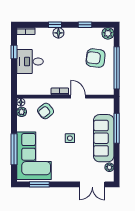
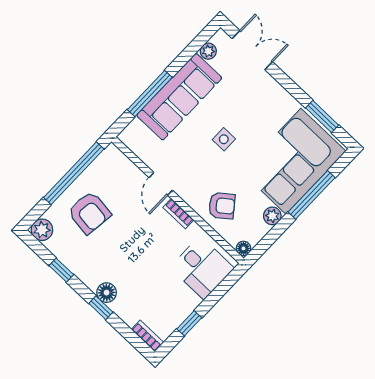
desk: (30, 62) -> (202, 268), moved
plant: (22, 112) -> (272, 216), moved

